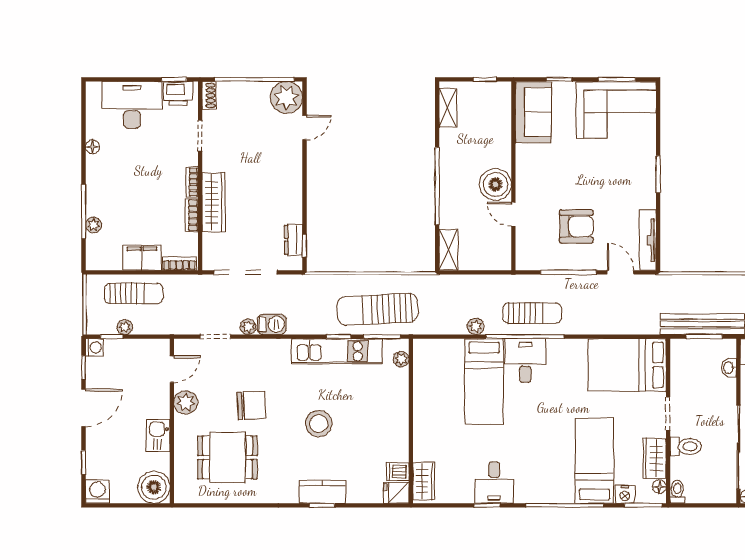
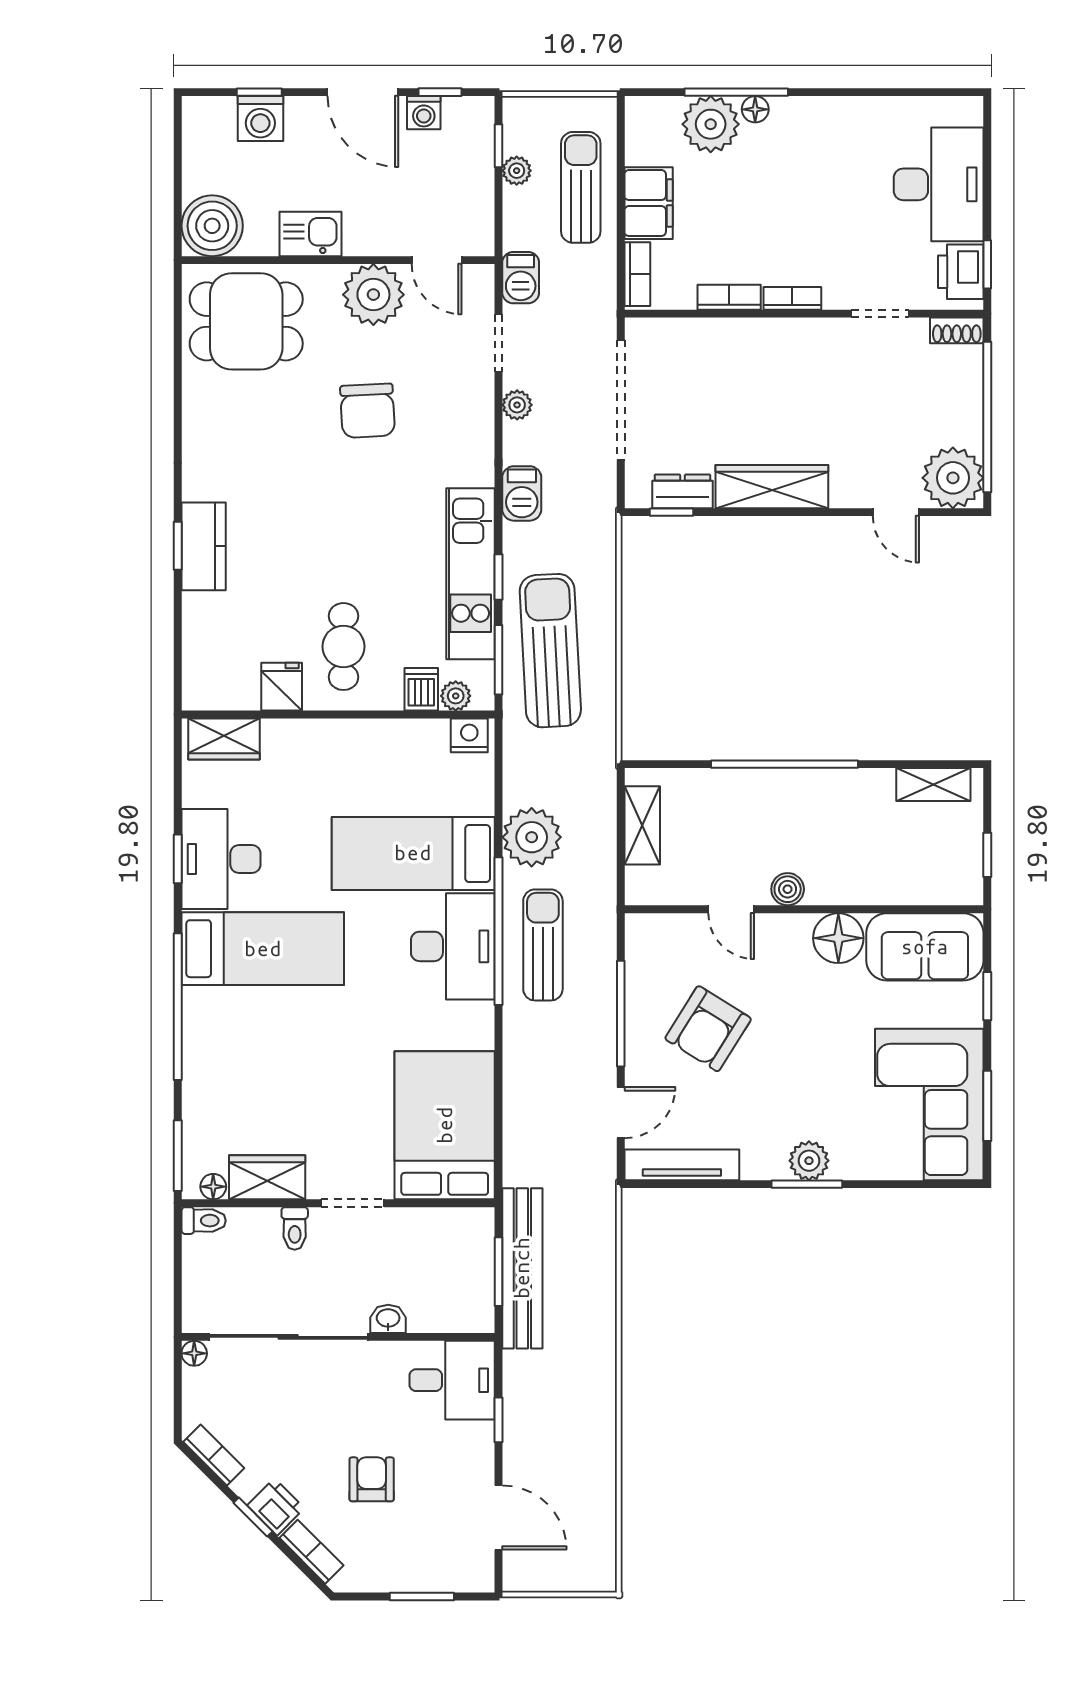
floor lamp: (93, 147) -> (755, 109), moved
floor lamp: (529, 158) -> (838, 938), added
plant: (646, 173) -> (809, 1161), added
boiler: (496, 184) -> (788, 889), width x0.54, depth x0.54
wardrobe: (213, 202) -> (772, 487), moved, turned 180
door: (513, 214) -> (731, 909), swing flipped
plant: (93, 225) -> (711, 124), width x1.88, depth x1.88
armchair: (576, 226) -> (708, 1029), turned 32
shelving: (448, 250) -> (642, 825), moved, turned 90
sun lounger: (134, 293) -> (581, 187), turned 180
sun lounger: (532, 313) -> (543, 945), turned 180
barbecue: (272, 324) -> (522, 493), moved
barbecue: (181, 325) -> (521, 278), added
plant: (476, 326) -> (532, 837), width x1.88, depth x1.88
washing machine: (94, 347) -> (424, 113), moved
desk: (525, 361) -> (453, 946), width x1.37
washbasin: (729, 368) -> (388, 1319), moved
plant: (186, 402) -> (373, 295), width x1.36, depth x1.36
cafe table: (375, 418) -> (343, 647), added
stool: (319, 424) -> (333, 539), removed
toilet: (686, 446) -> (295, 1228), width x0.73, depth x0.72
dining table: (227, 457) -> (246, 321), moved, turned 90
bed: (594, 461) -> (263, 949), moved
dishwasher: (398, 472) -> (421, 689), moved
desk: (494, 483) -> (221, 859), width x1.37
washing machine: (97, 491) -> (260, 119), moved, turned 90
fridge: (396, 493) -> (282, 687), moved
nightstand: (625, 494) -> (469, 735), moved, turned 90

